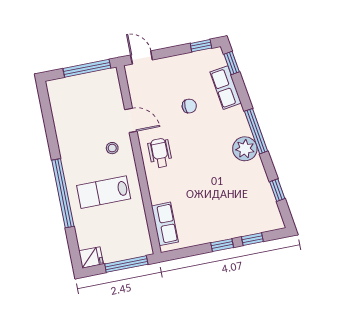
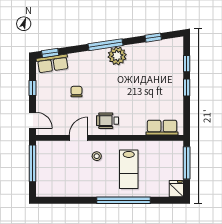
window: (201, 46) -> (32, 88), moved
door: (142, 57) -> (32, 120), swing flipped
row of seats: (226, 88) -> (53, 63), moved

